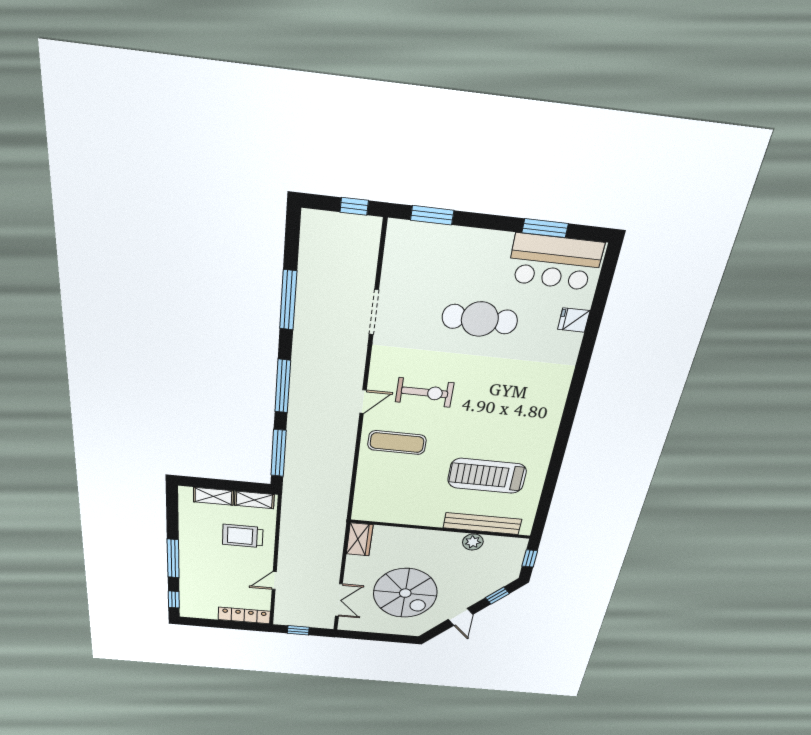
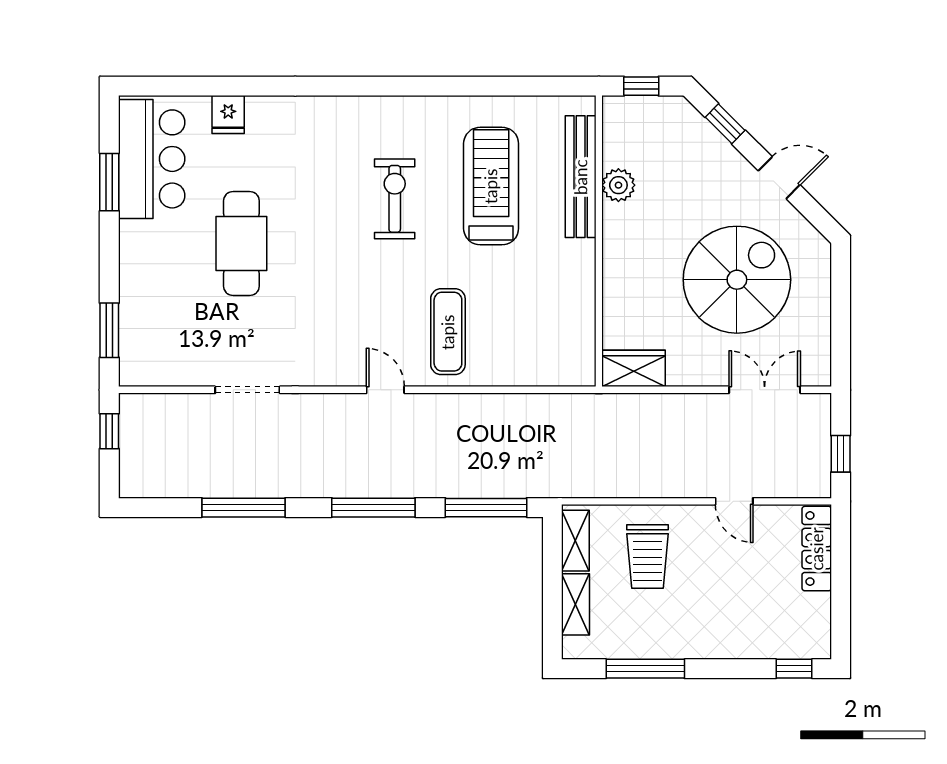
exercise bike: (425, 392) -> (395, 199), moved
treadmill: (487, 476) -> (491, 186), turned 180
window: (173, 558) -> (645, 669), moved

